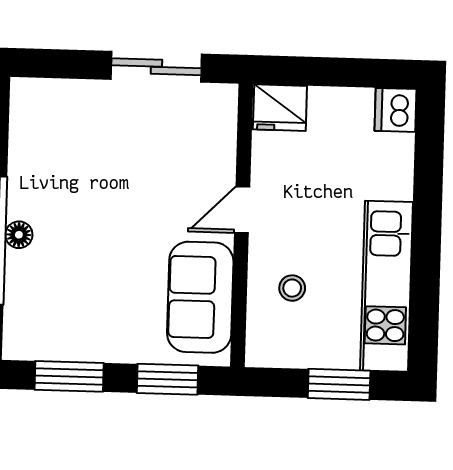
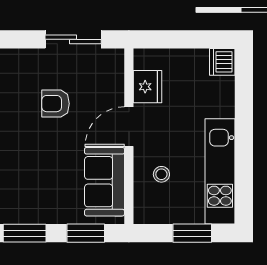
fridge: (280, 108) -> (147, 87), moved, turned -90
armchair: (125, 169) -> (55, 104), added
door: (242, 210) -> (129, 127), width x1.38

